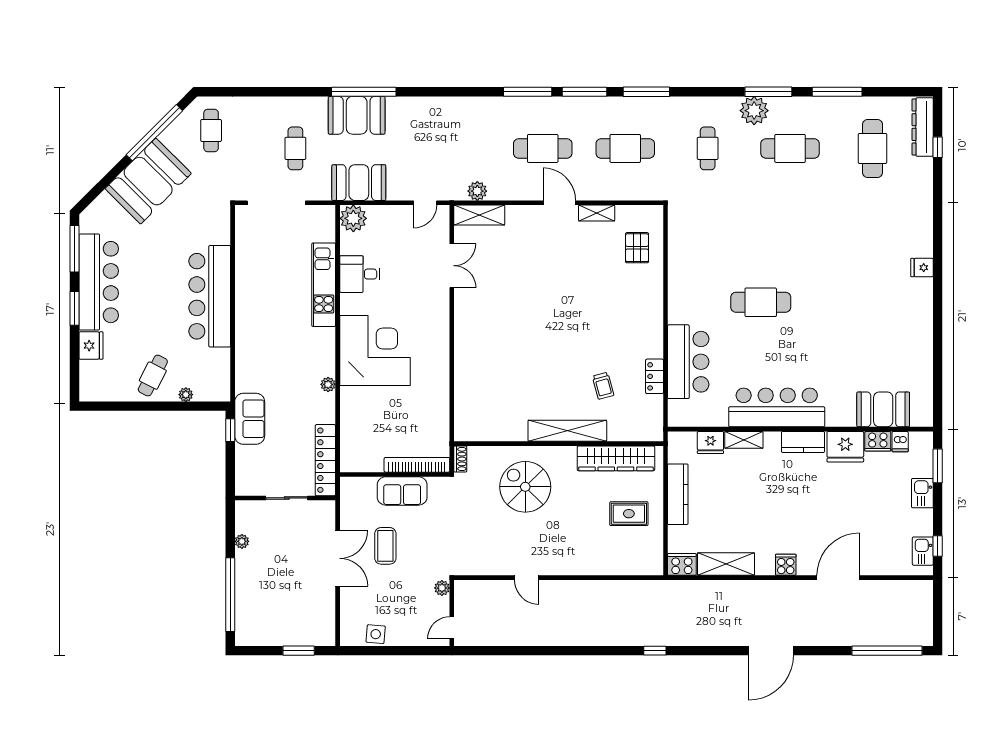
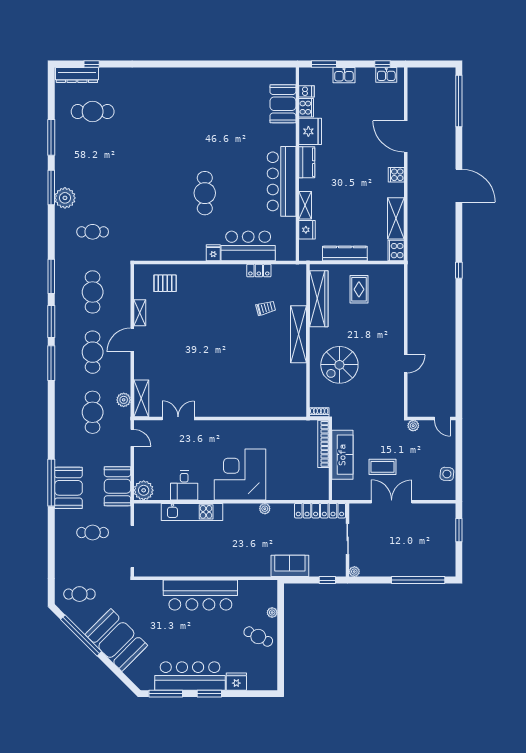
cafe table: (790, 148) -> (93, 412), moved
fridge: (922, 268) -> (213, 253), moved, turned 180
window: (230, 430) -> (327, 580), moved
sofa: (402, 491) -> (342, 455), width x1.36
plant: (242, 541) -> (354, 572), moved

